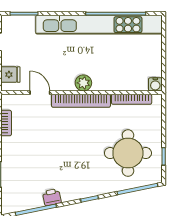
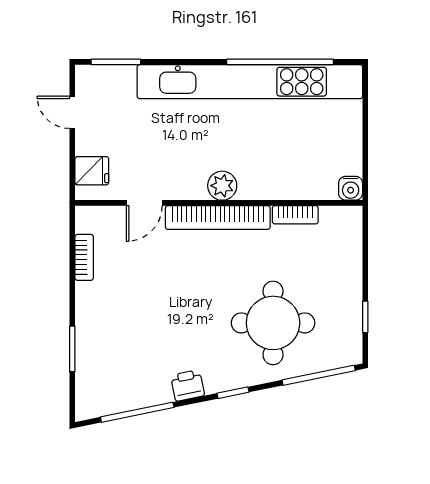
door: (40, 93) -> (144, 203), swing flipped
bookcase: (132, 99) -> (295, 215), width x0.64
round table: (128, 153) -> (273, 323), moved
printer: (52, 197) -> (188, 385), moved

